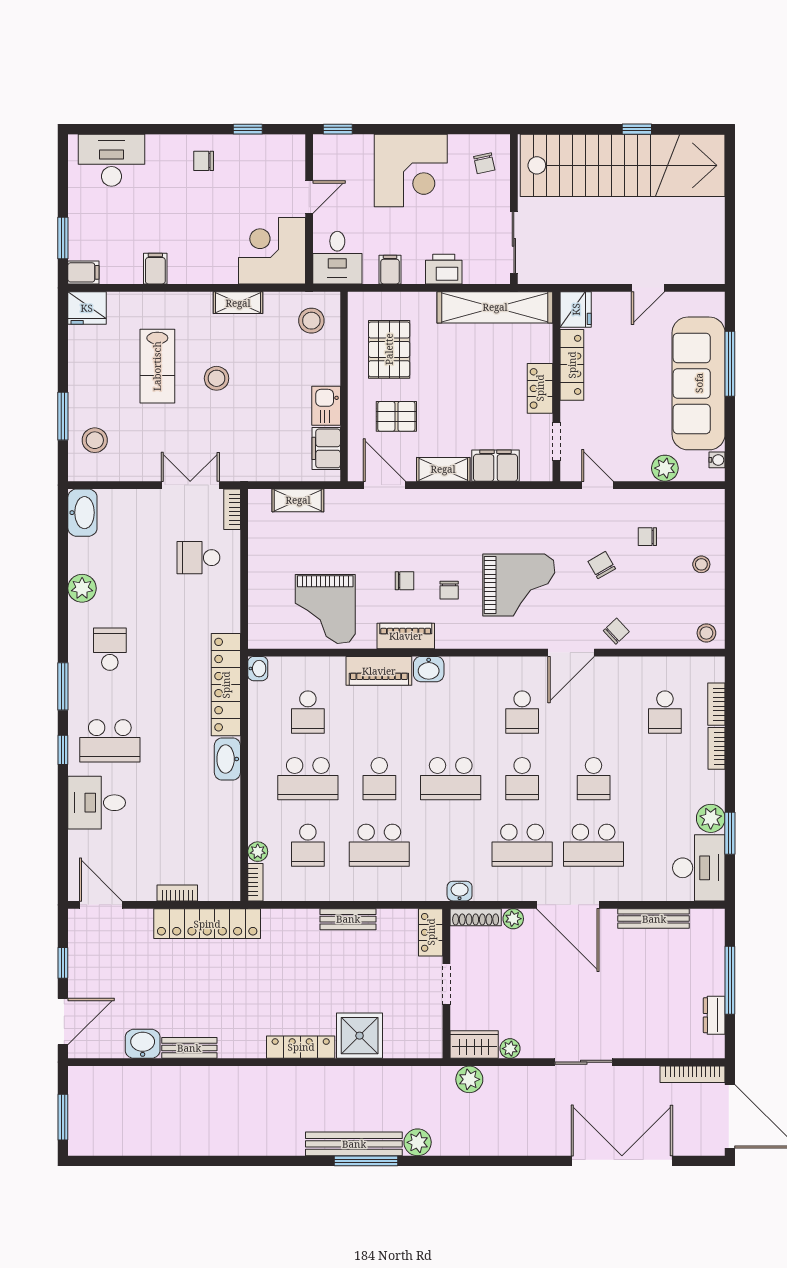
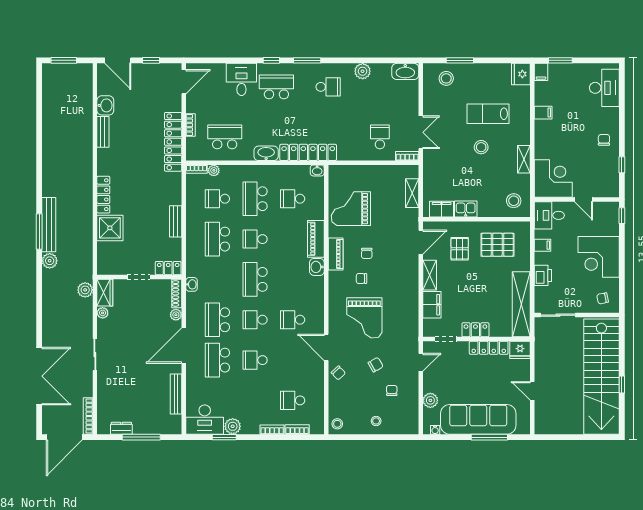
school desk: (110, 741) -> (276, 87), turned 90
school desk: (198, 832) -> (225, 137), added

